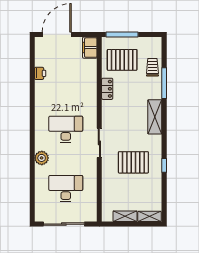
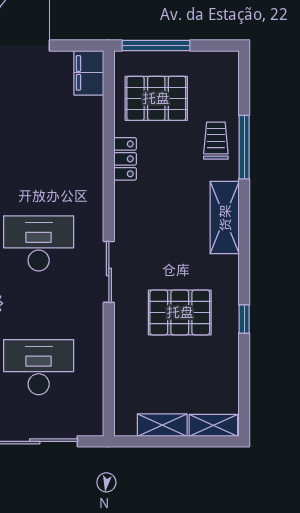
trolley: (152, 67) -> (216, 141), moved

